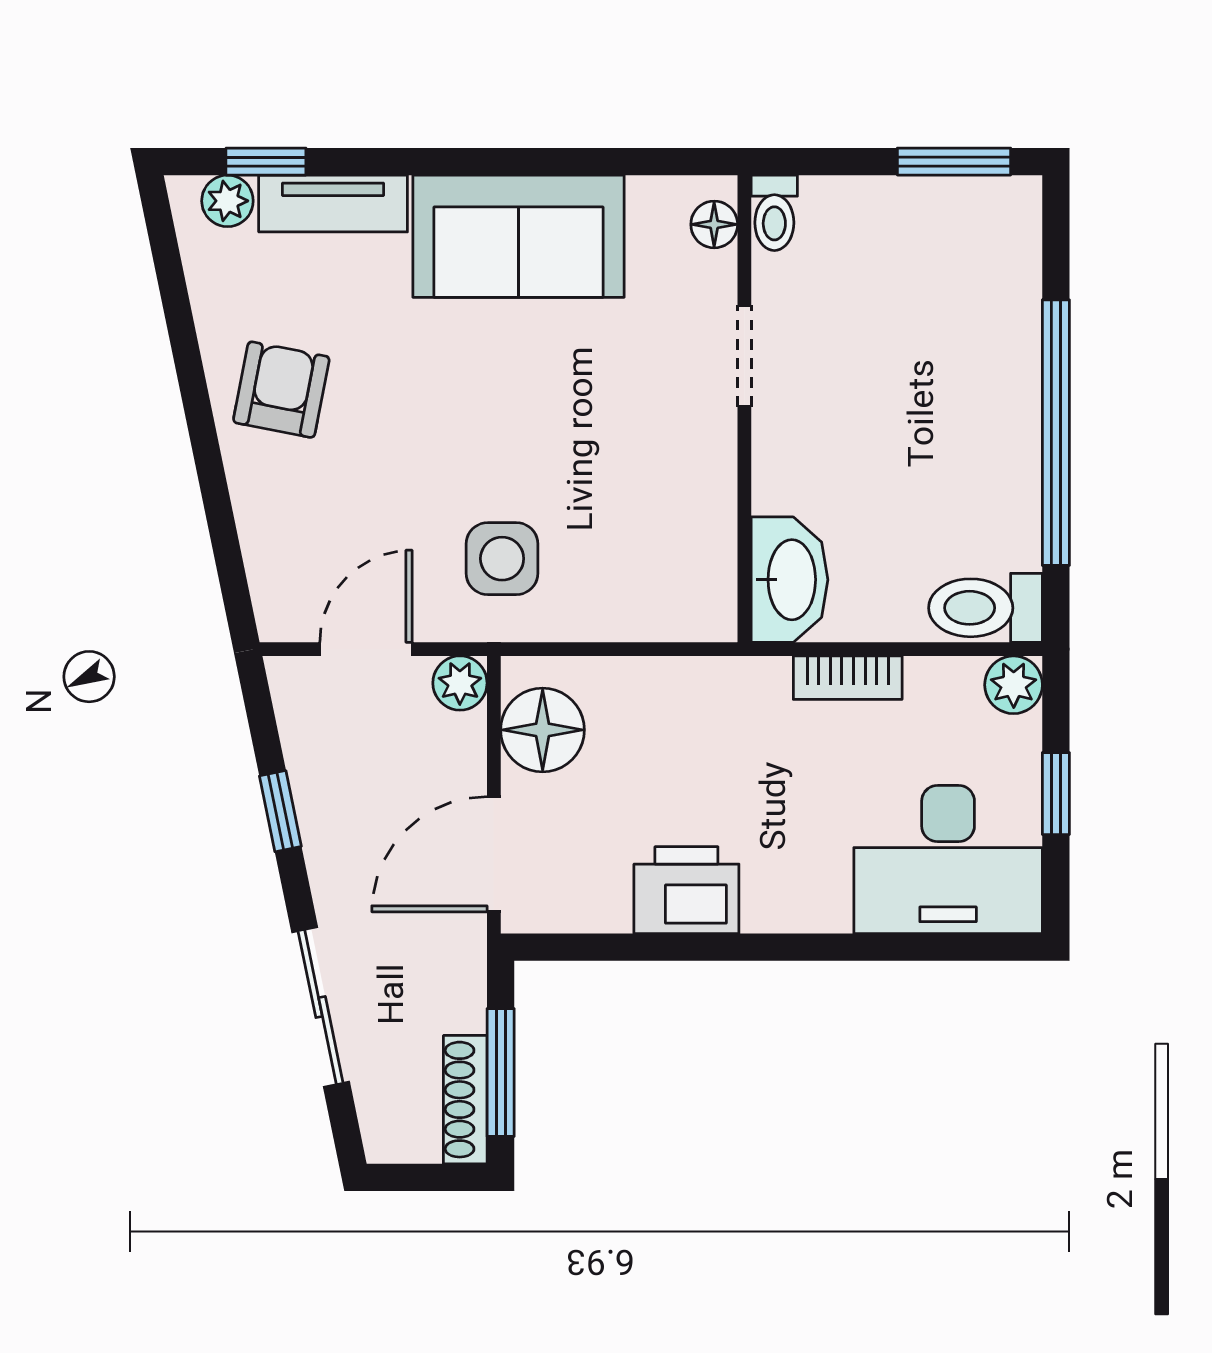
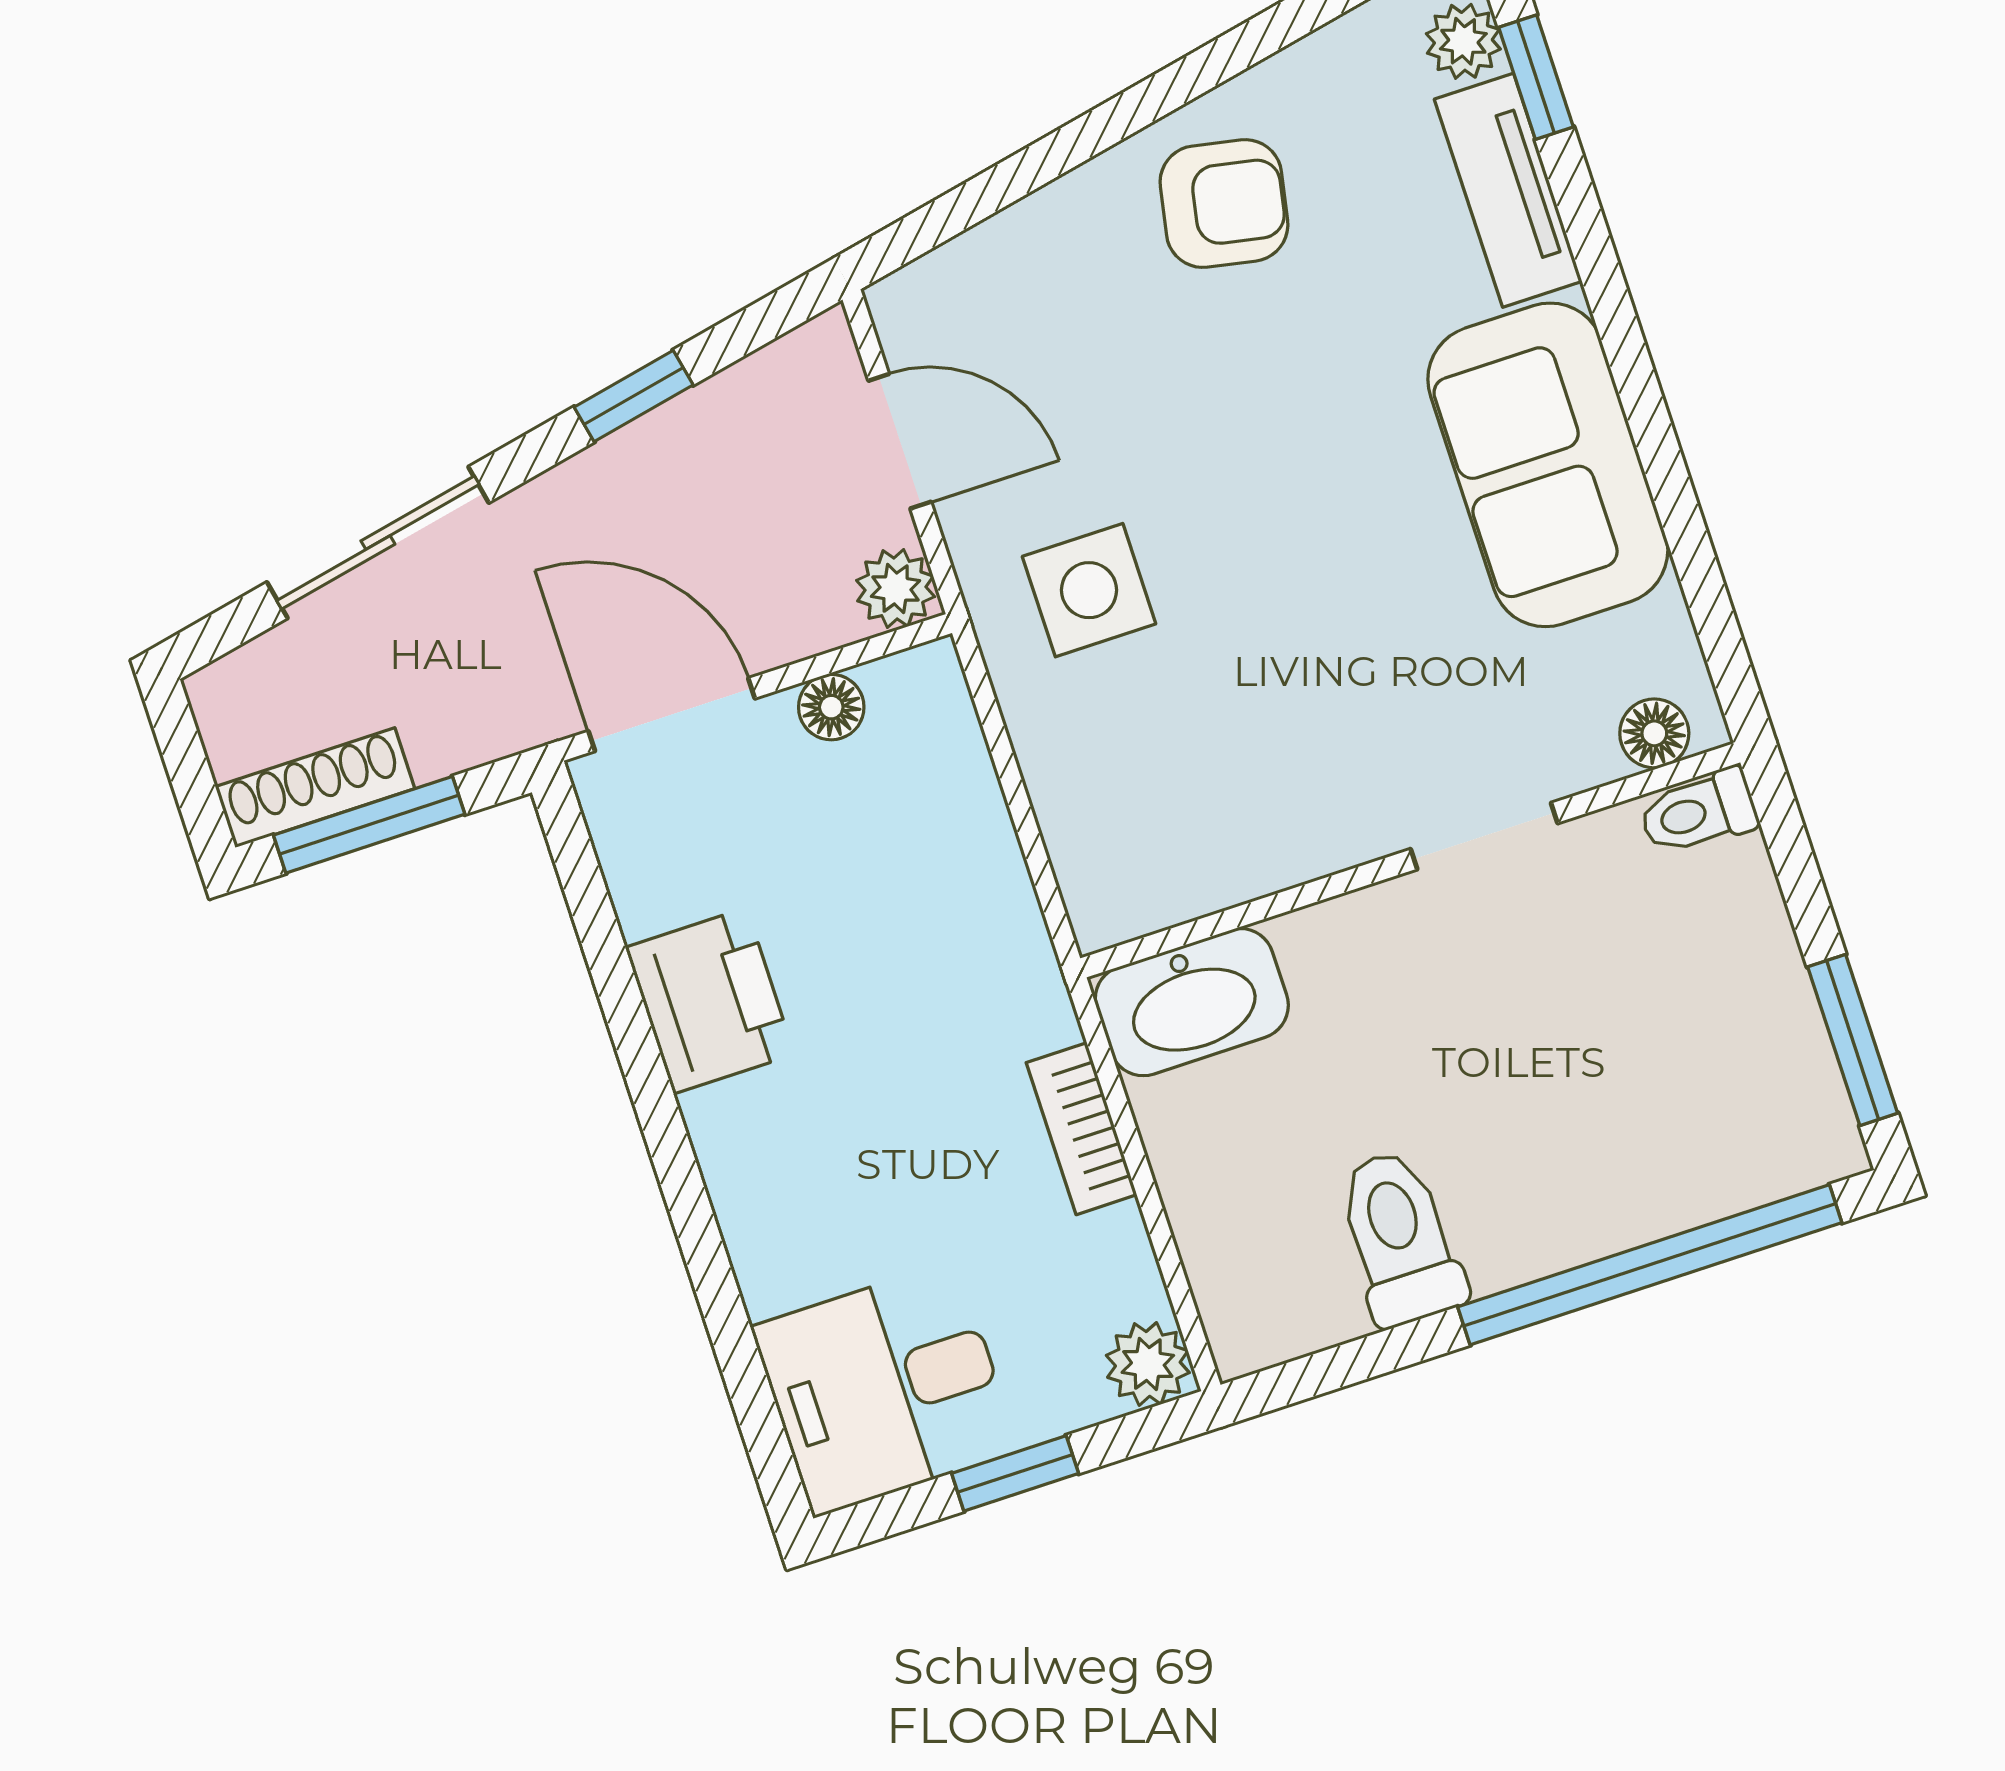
window: (1056, 433) -> (1650, 1265), moved
toilet: (986, 608) -> (1400, 1238), moved
floor lamp: (543, 730) -> (831, 707), width x0.53, depth x0.53
desk: (948, 859) -> (885, 1389), width x0.73

